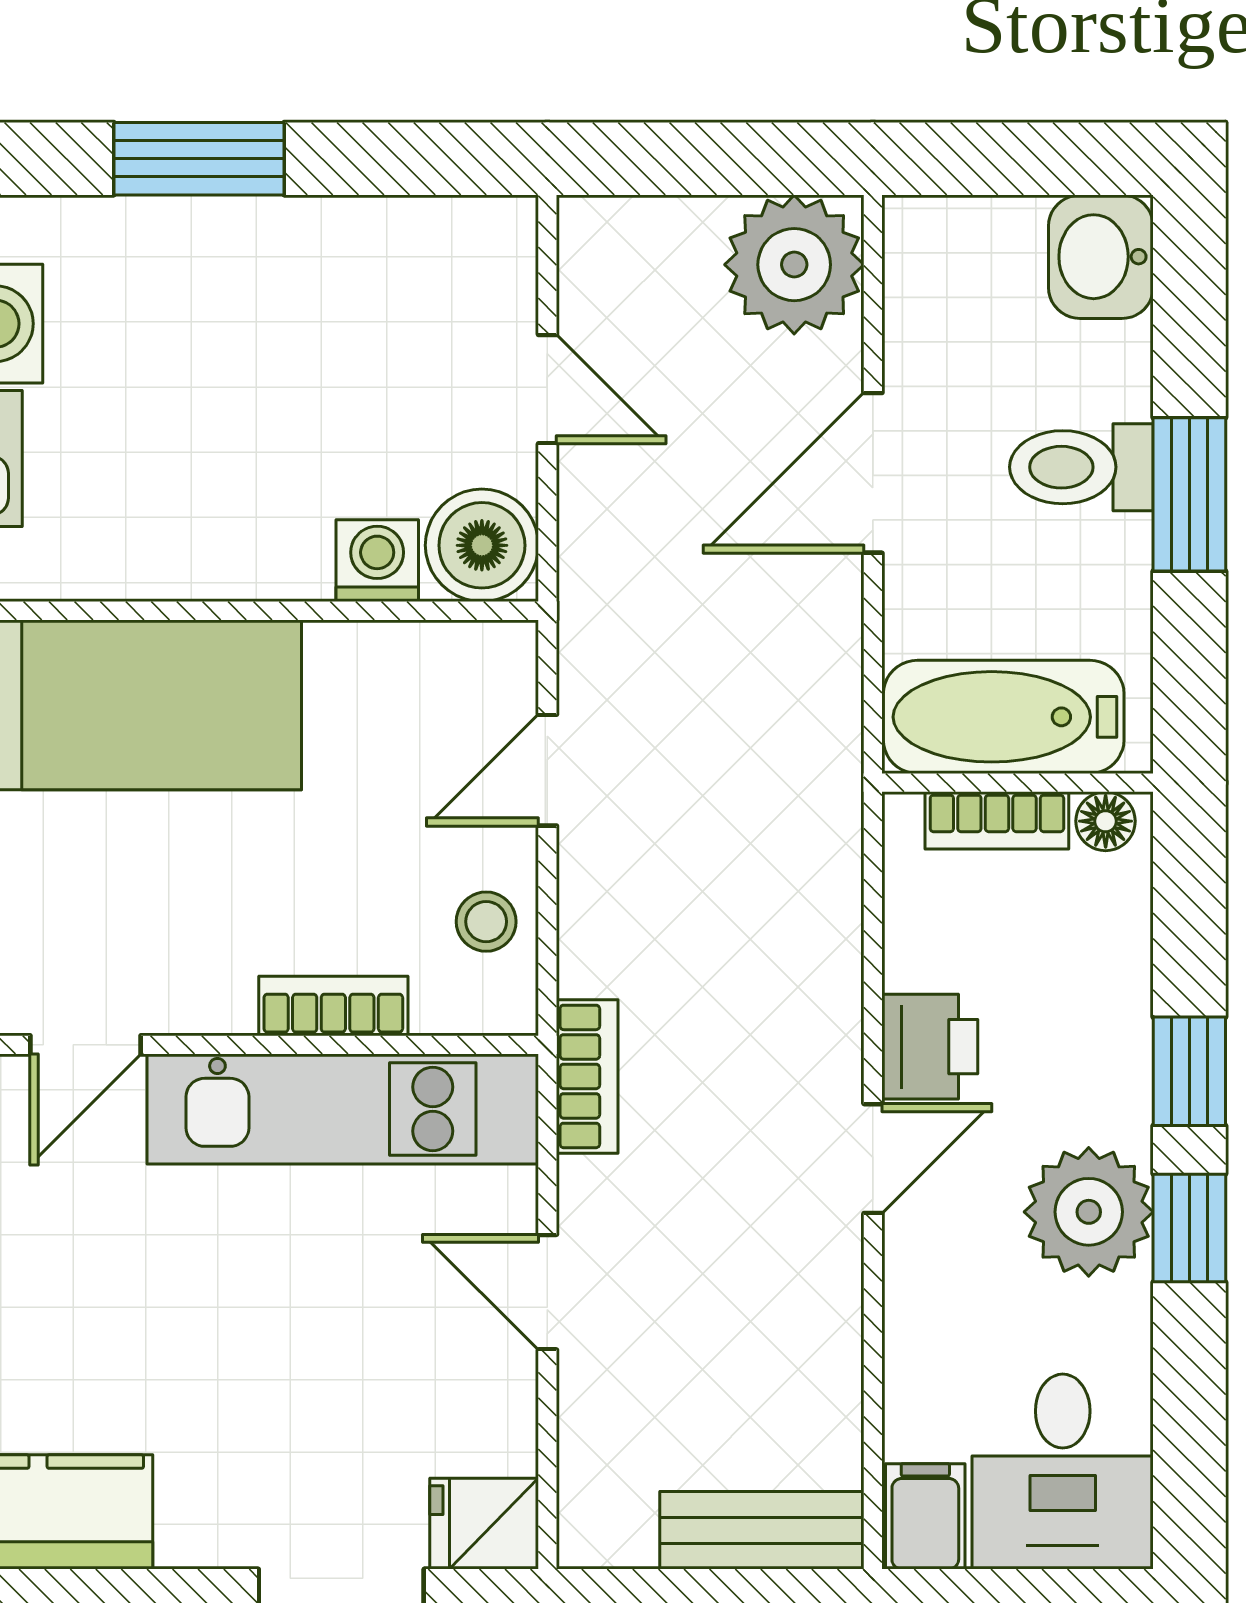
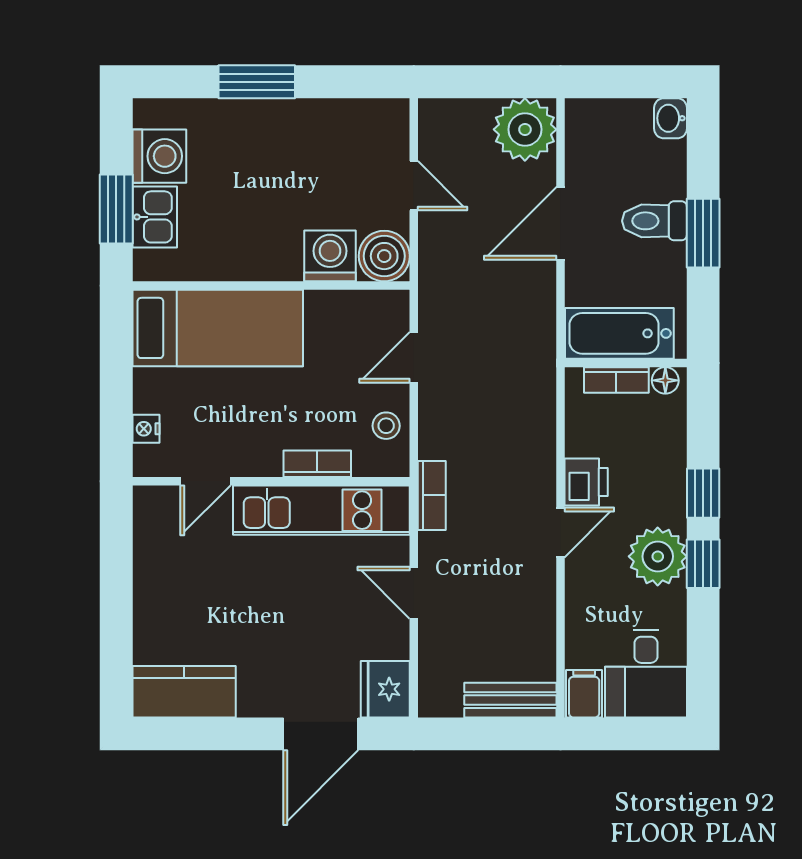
washbasin: (1101, 257) -> (671, 118), width x0.72, depth x0.69
washing machine: (377, 561) -> (330, 256), width x1.38, depth x1.38
fridge: (484, 1524) -> (385, 689), width x1.38

